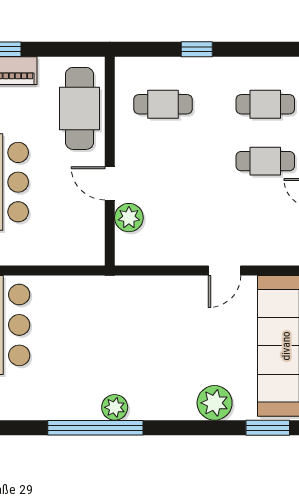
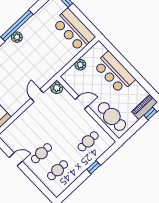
plant: (129, 218) -> (57, 88), moved
plant: (49, 252) -> (80, 65), added
door: (225, 270) -> (37, 96), moved

